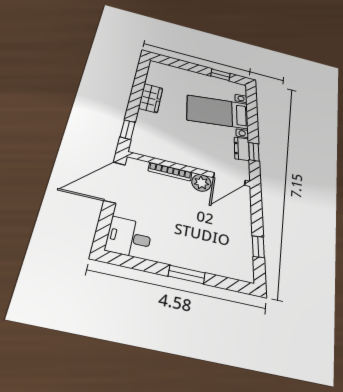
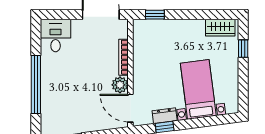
window: (220, 75) -> (243, 49), moved
wardrobe: (151, 98) -> (220, 28), moved
window: (187, 274) -> (36, 85), width x2.11

